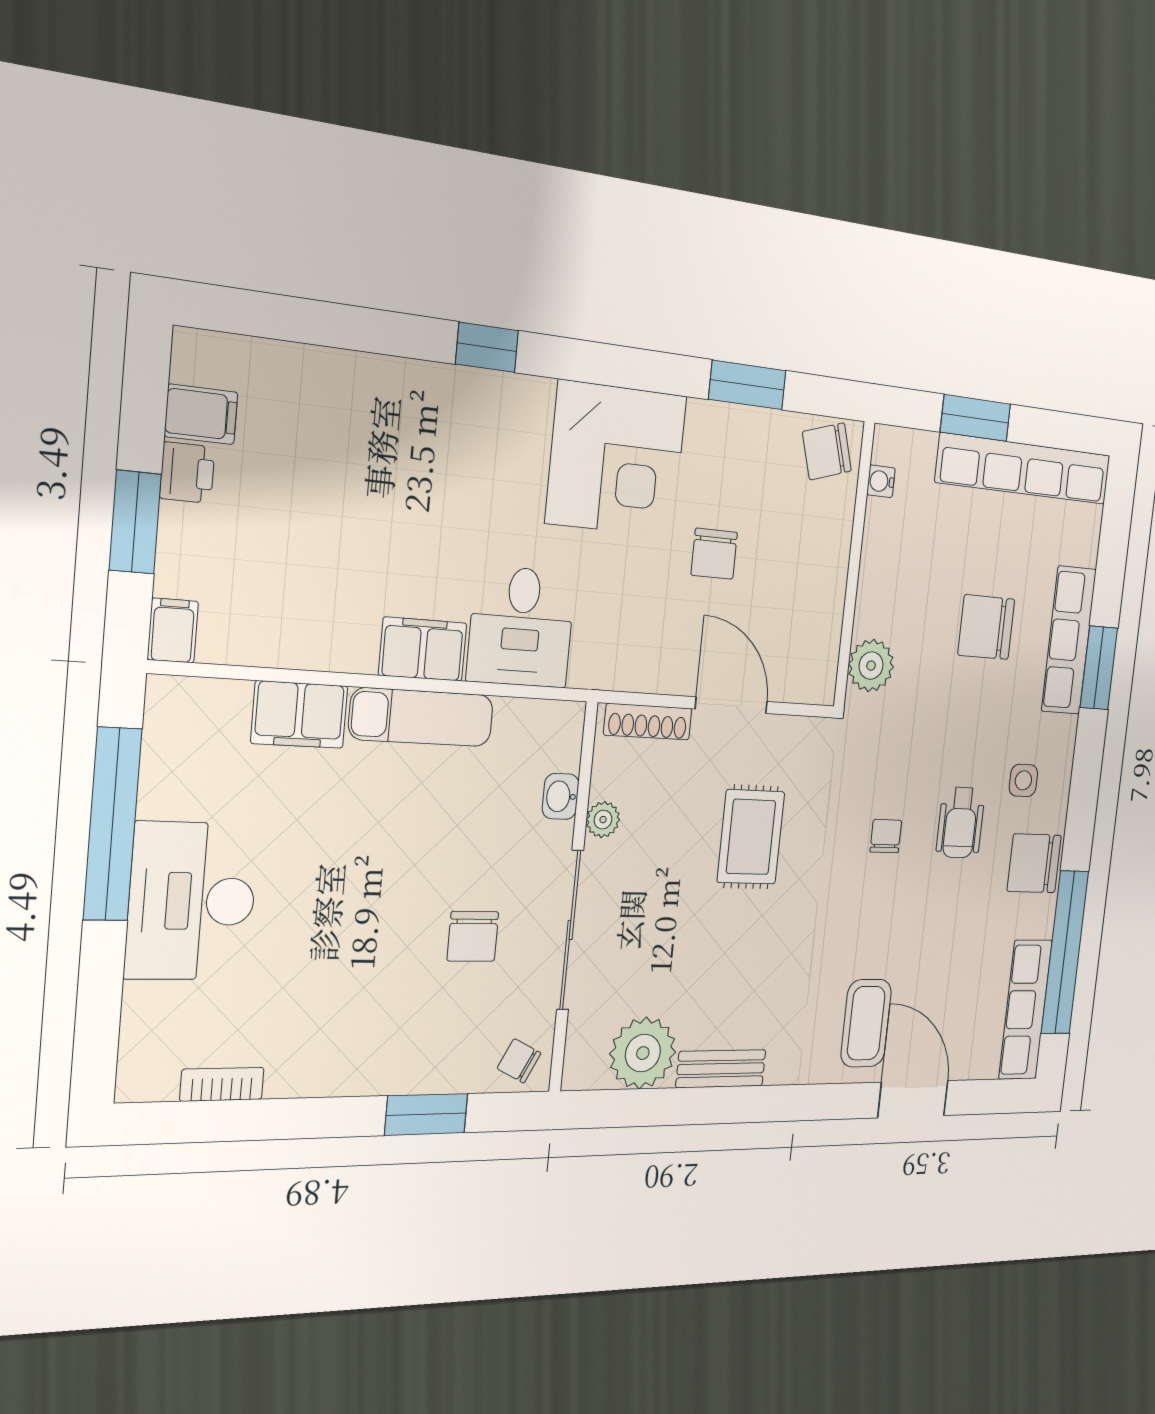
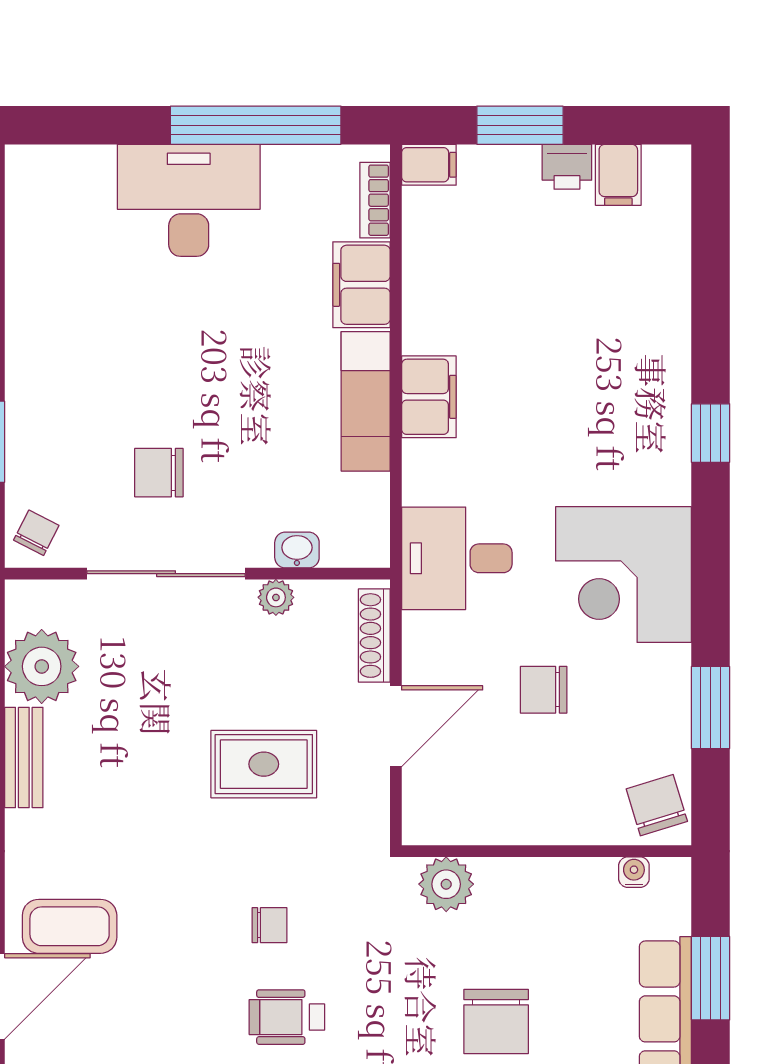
desk: (521, 627) -> (457, 558), moved
chair: (986, 627) -> (496, 1022), turned 180
bookcase: (222, 1084) -> (375, 200), moved, turned 180

